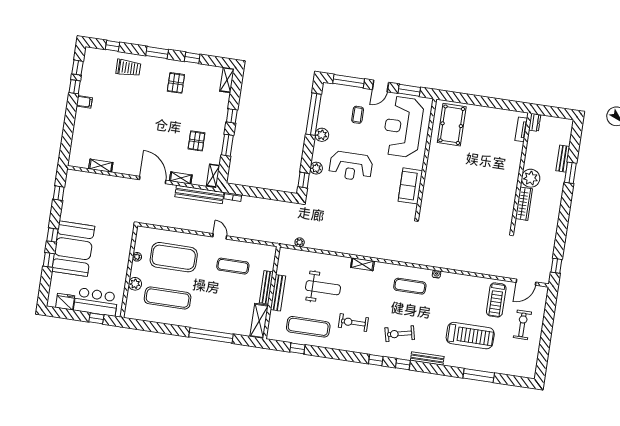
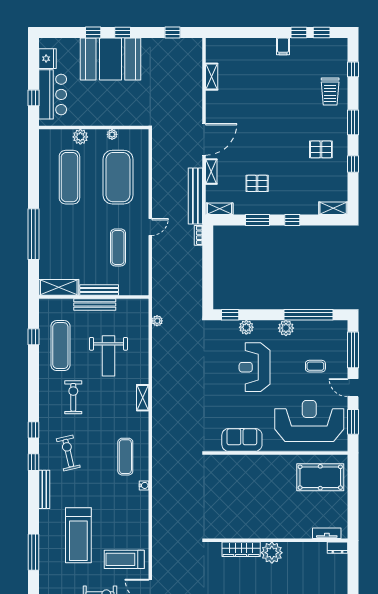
dresser: (535, 122) -> (337, 548), moved
tv unit: (521, 129) -> (327, 533), moved
wall: (521, 173) -> (277, 540), moved
plant: (531, 178) -> (272, 553), moved
wardrobe: (524, 204) -> (241, 549), moved

